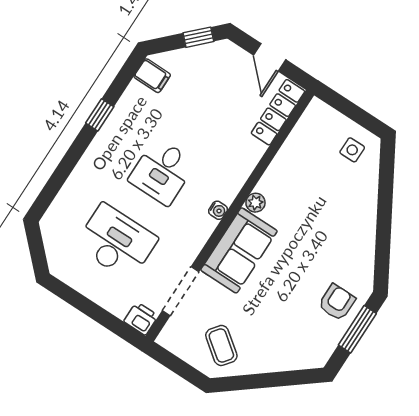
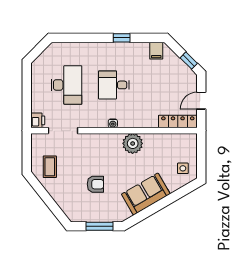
plant: (255, 203) -> (133, 143), width x1.87, depth x1.87
sofa: (239, 250) -> (146, 194), moved, turned 150
armchair: (337, 302) -> (95, 184), moved
coffee table: (221, 345) -> (50, 167), turned -37

